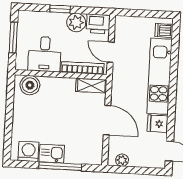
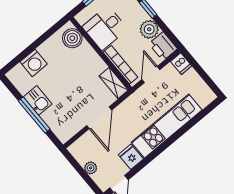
dishwasher: (164, 30) -> (181, 64), moved, turned 180
washing machine: (28, 151) -> (34, 63), moved, turned 90
plant: (122, 160) -> (91, 168), moved

